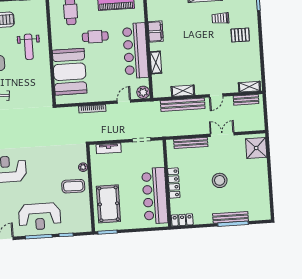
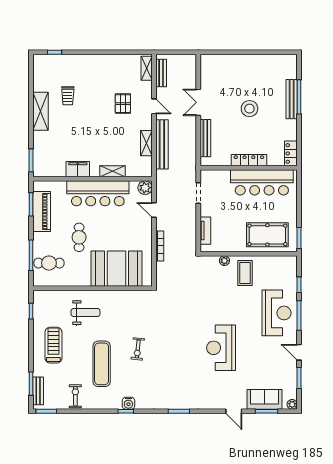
pallet: (240, 35) -> (123, 104), moved
shower: (256, 148) -> (216, 65), removed

